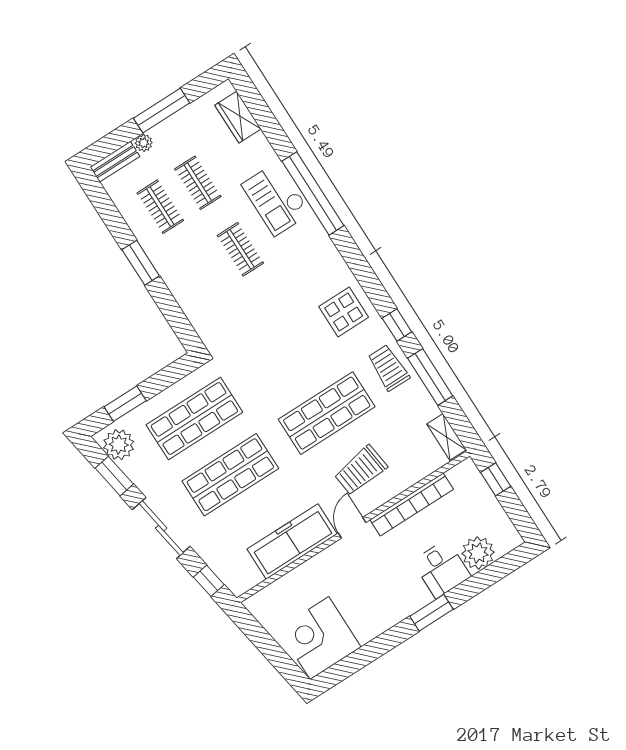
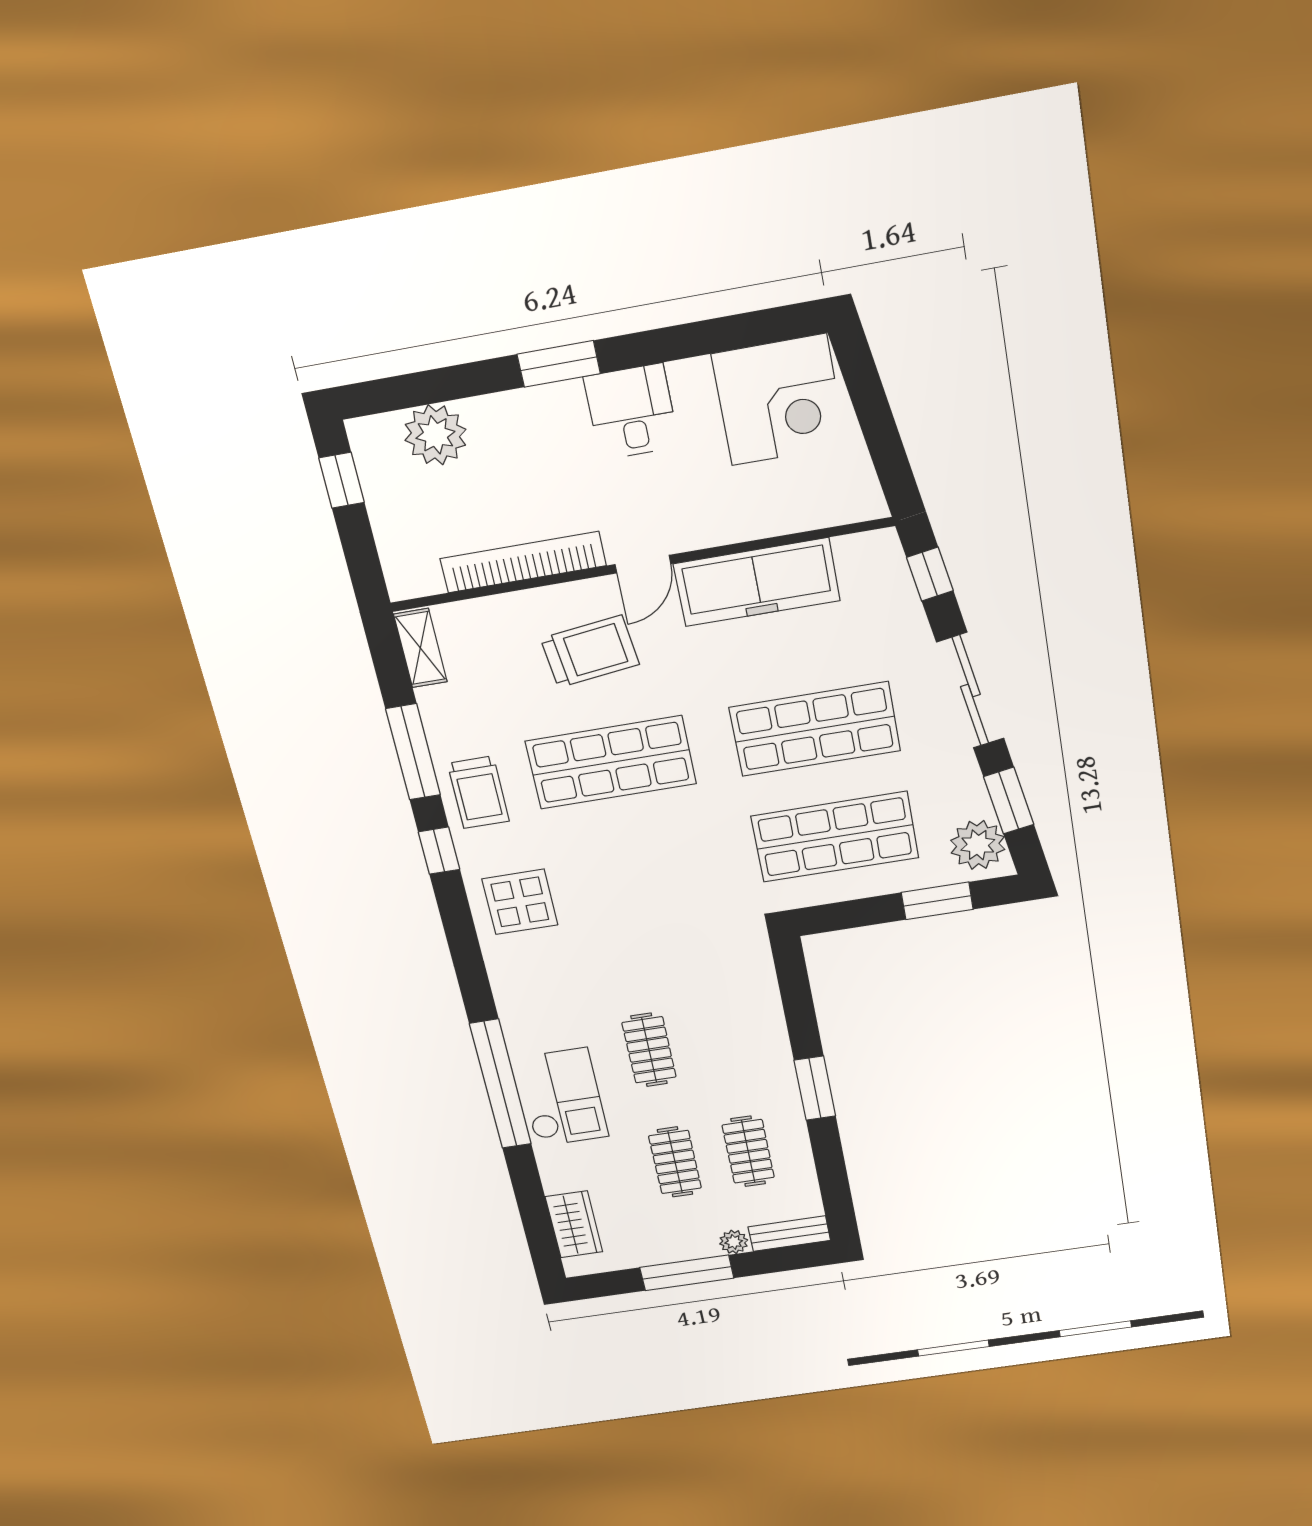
window: (496, 479) -> (342, 480), moved
desk: (441, 569) -> (632, 412), moved

